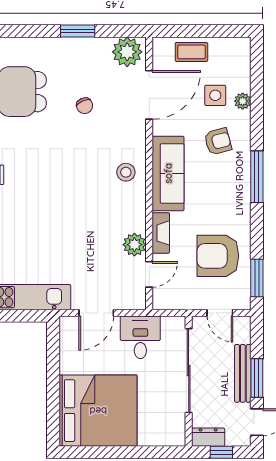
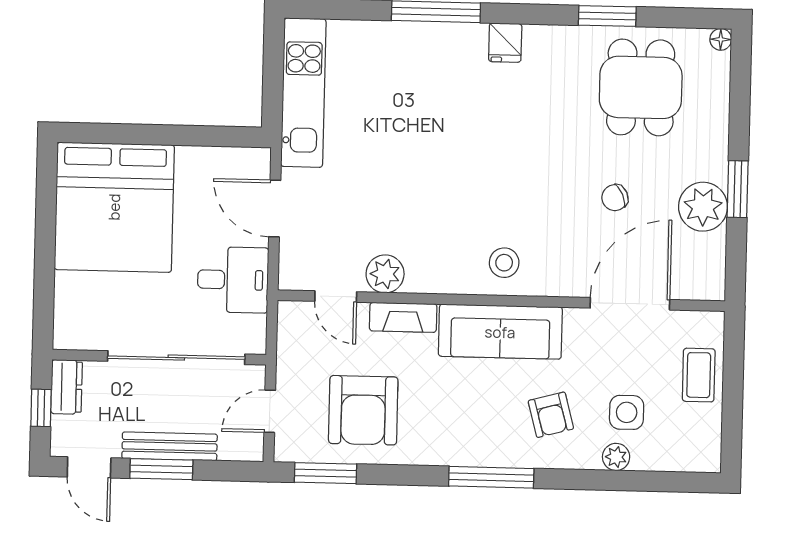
plant: (127, 52) -> (703, 207), moved
door: (149, 95) -> (630, 304), swing flipped
armchair: (218, 256) -> (363, 410), turned 180

